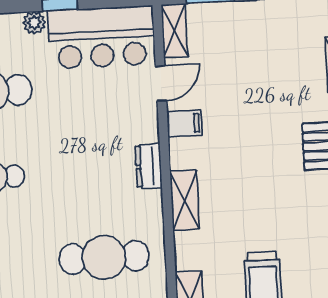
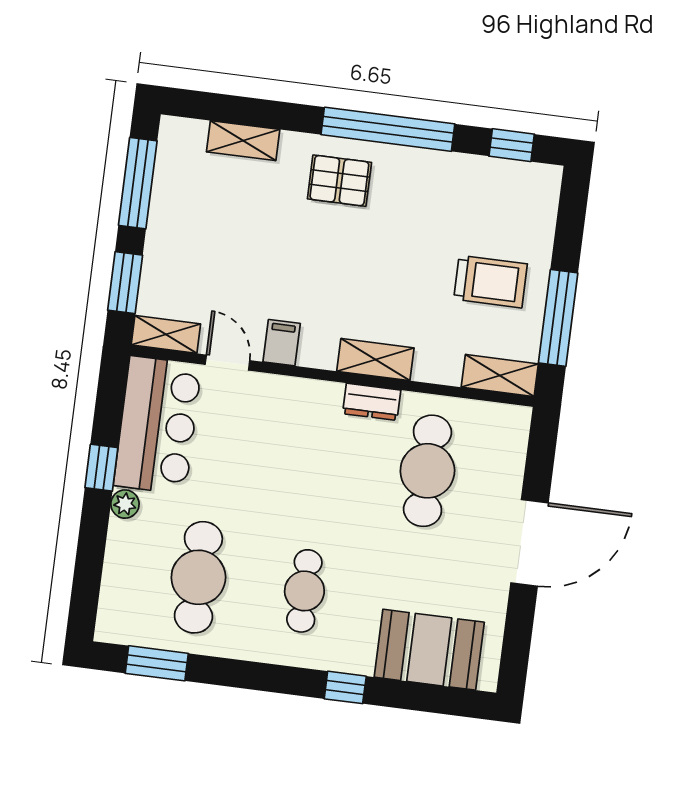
dresser: (149, 166) -> (372, 402), moved

